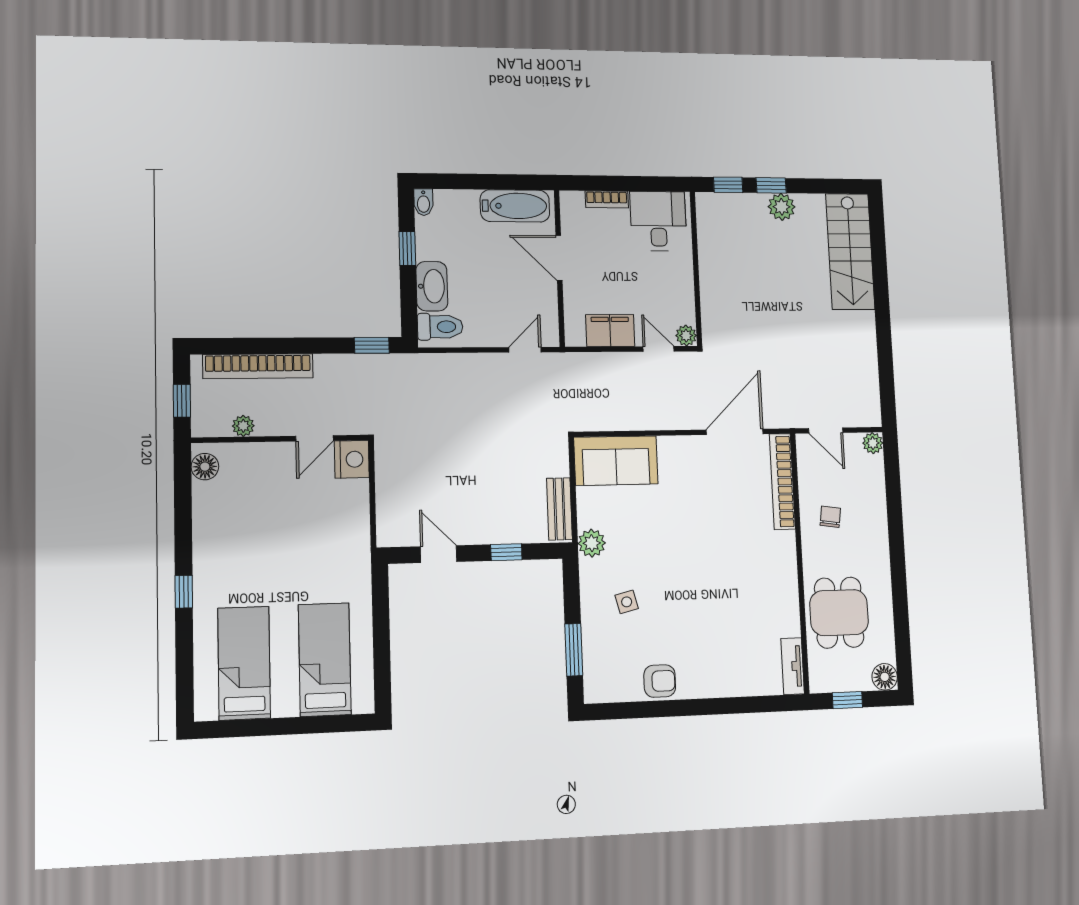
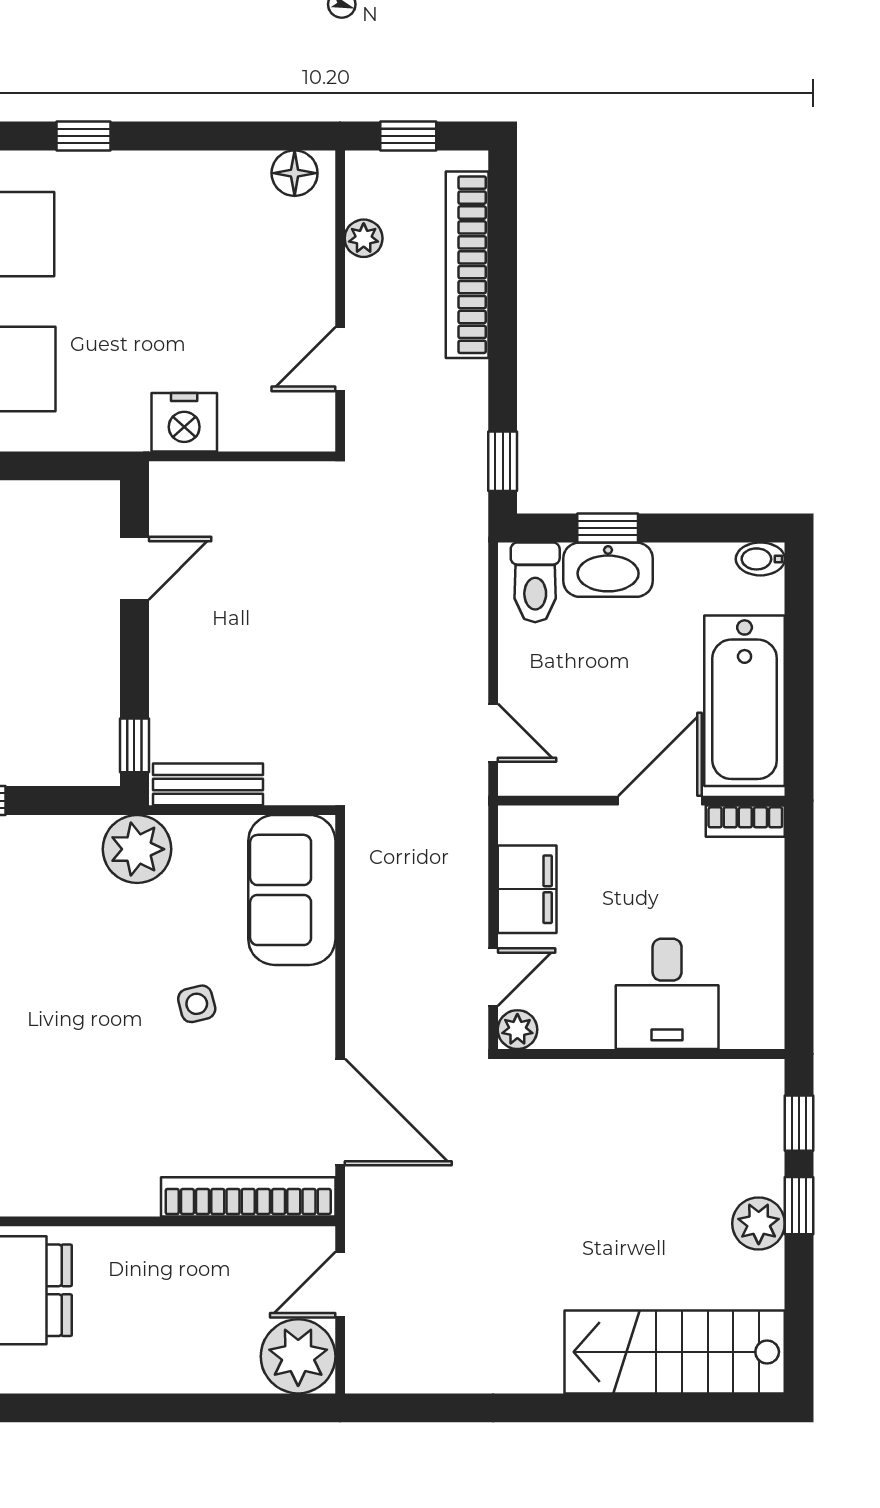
bookcase: (607, 199) -> (745, 821), moved, turned -90
bathtub: (515, 206) -> (745, 701), width x1.36, depth x1.36
desk: (658, 221) -> (667, 994), moved, turned 90
window: (407, 248) -> (608, 528), moved
door: (315, 438) -> (340, 359), hinge flipped
plant: (873, 443) -> (298, 1356), width x1.87, depth x1.87
nightstand: (352, 459) -> (184, 422), moved
chair: (830, 517) -> (182, 1284), removed
plant: (592, 543) -> (137, 849), width x1.36, depth x1.36
window: (506, 552) -> (134, 745), moved
side table: (627, 602) -> (197, 1004), moved

